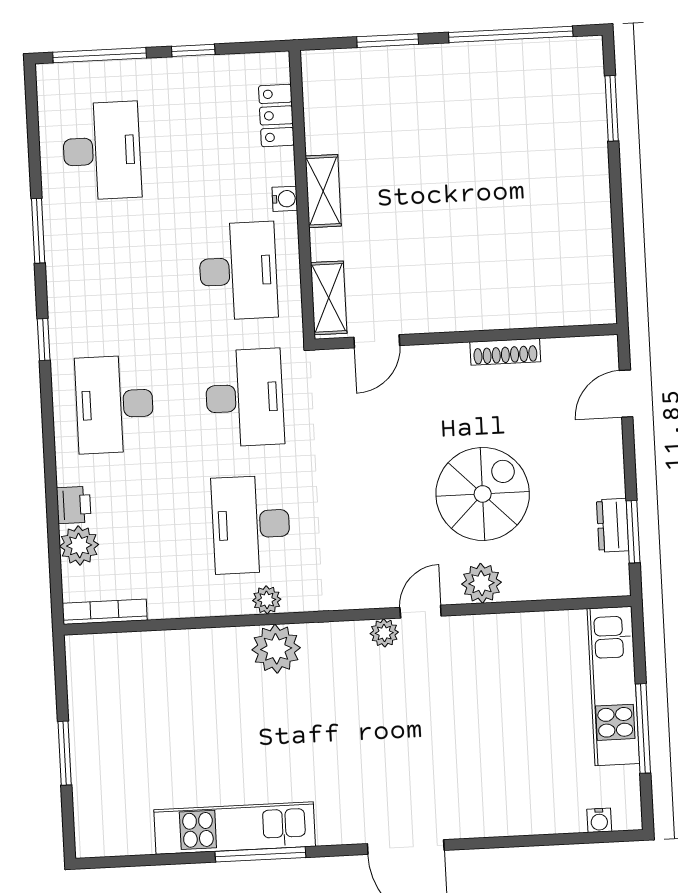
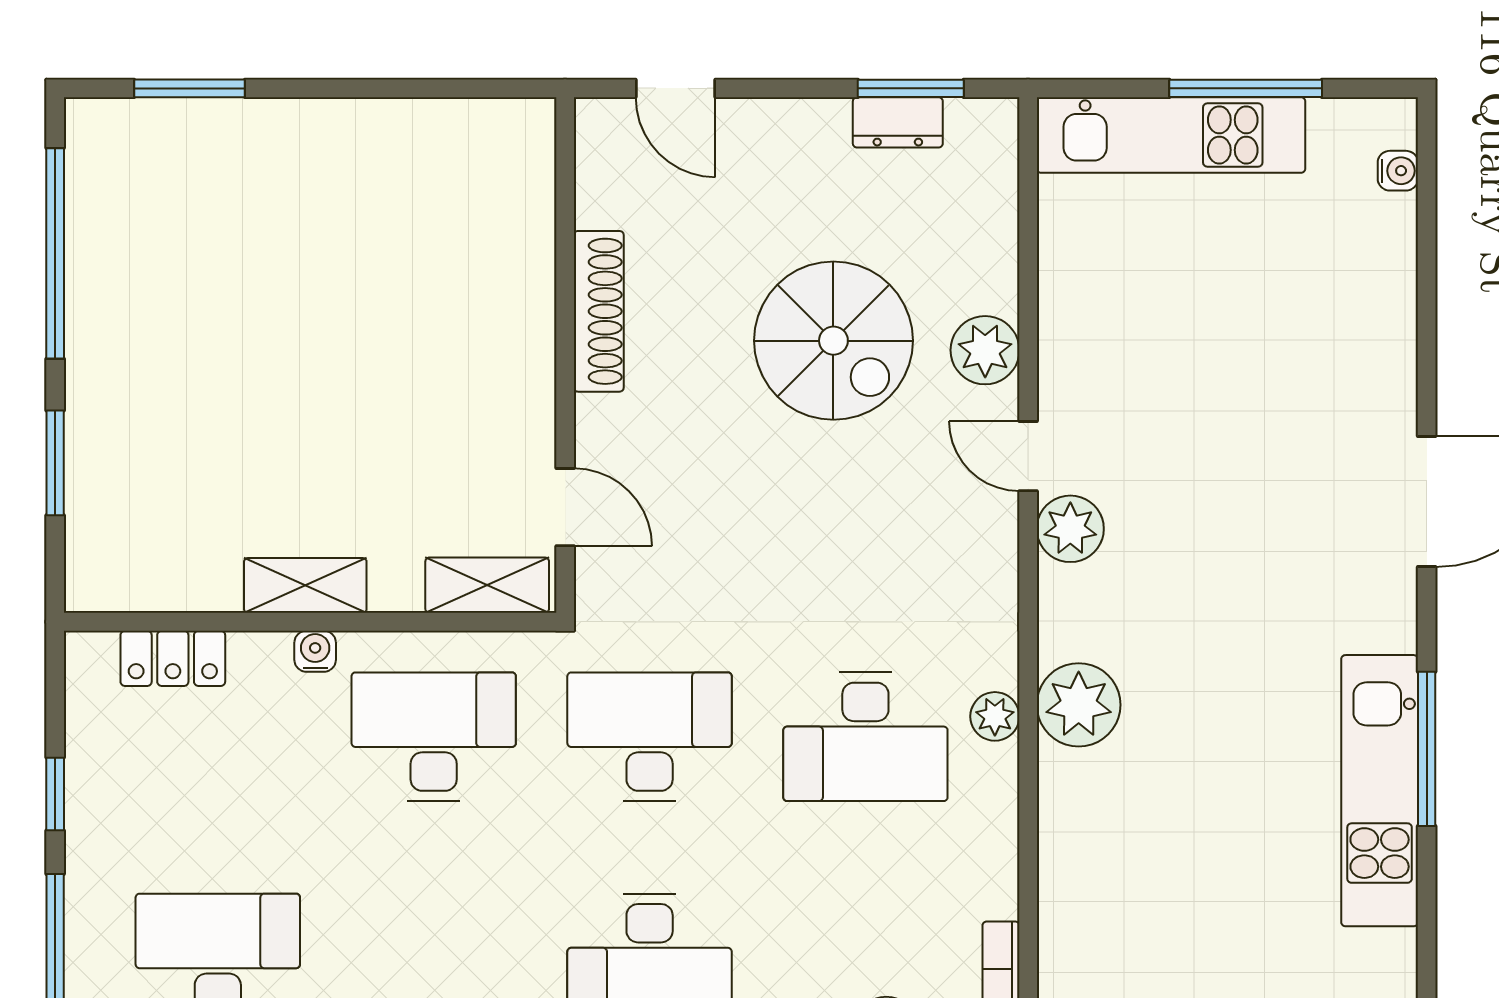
shoe rack: (505, 352) -> (599, 311), width x1.36, depth x1.24
spiral stairs: (483, 494) -> (833, 341), turned 180
plant: (384, 633) -> (1070, 529), width x1.38, depth x1.38

